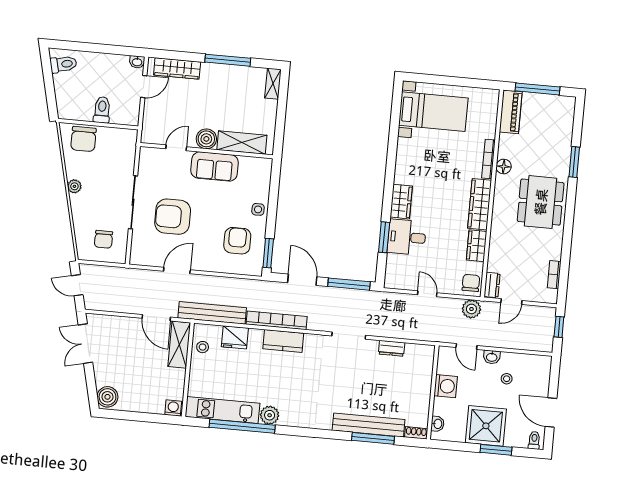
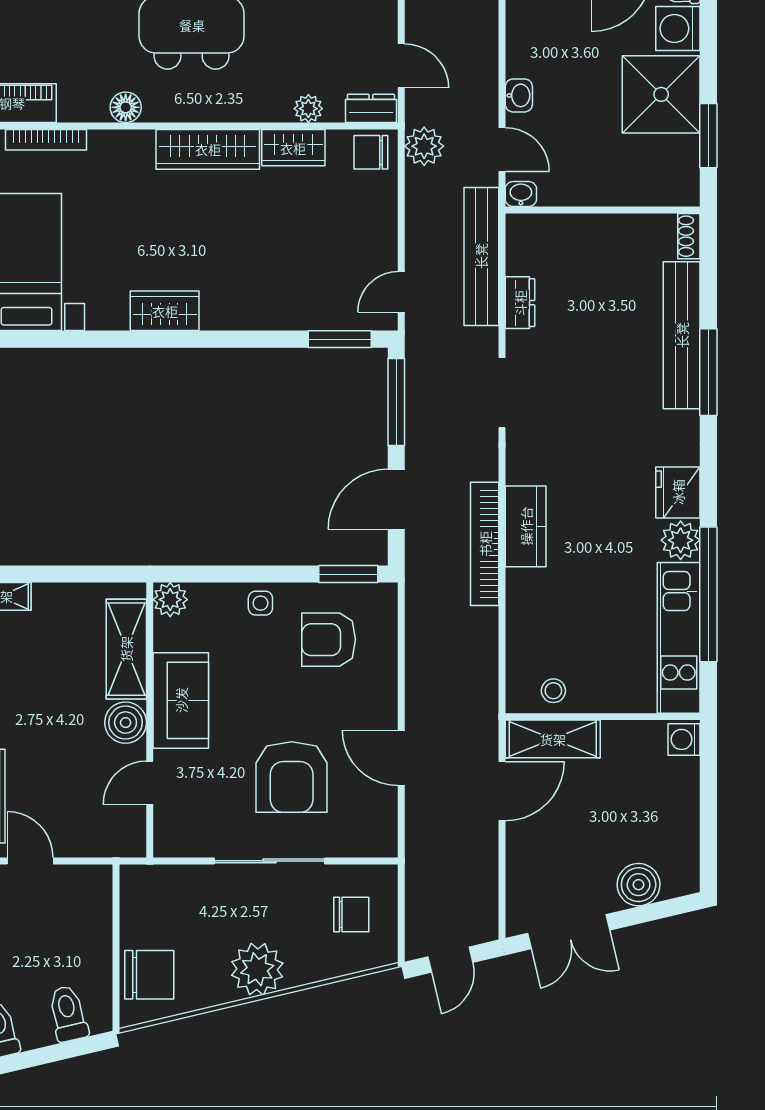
toilet: (102, 110) -> (68, 1014), moved, turned 77
door: (176, 148) -> (150, 783), hinge flipped
bookcase: (489, 159) -> (46, 140), moved
plant: (264, 166) -> (170, 600), added
plant: (74, 186) -> (257, 969), width x1.88, depth x1.88
wardrobe: (401, 202) -> (165, 311), moved
window: (384, 237) -> (340, 339), moved
desk: (407, 237) -> (289, 293), removed
plant: (495, 255) -> (308, 109), added
door: (427, 294) -> (401, 292), moved
bench: (212, 313) -> (481, 256), moved
fridge: (235, 337) -> (678, 492), moved, turned 180
door: (466, 346) -> (502, 149), hinge flipped
stool: (507, 379) -> (561, 61), removed
washing machine: (446, 386) -> (678, 28), moved, turned -90
boiler: (107, 397) -> (639, 885), moved
washbasin: (438, 424) -> (521, 194), moved
window: (373, 438) -> (708, 372), moved
window: (496, 450) -> (708, 136), moved

